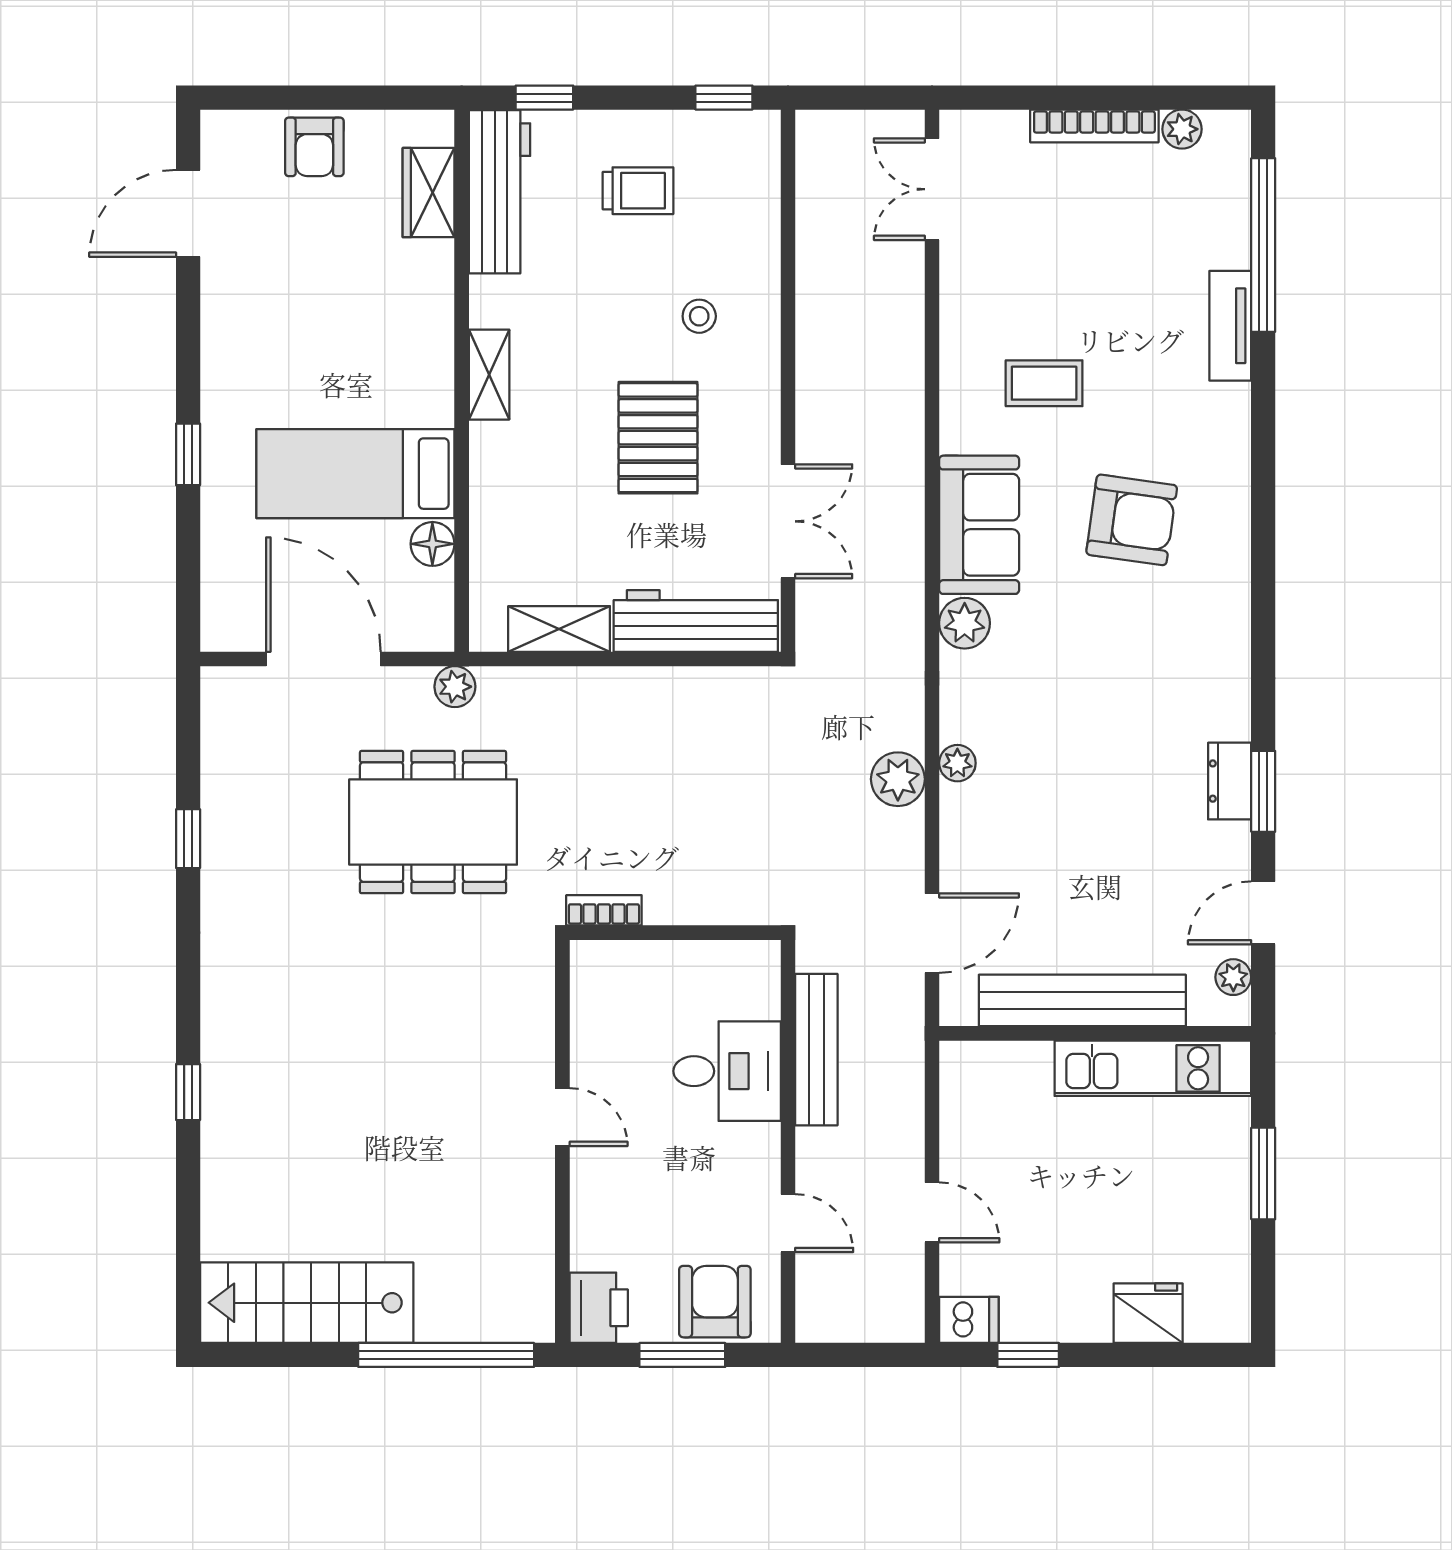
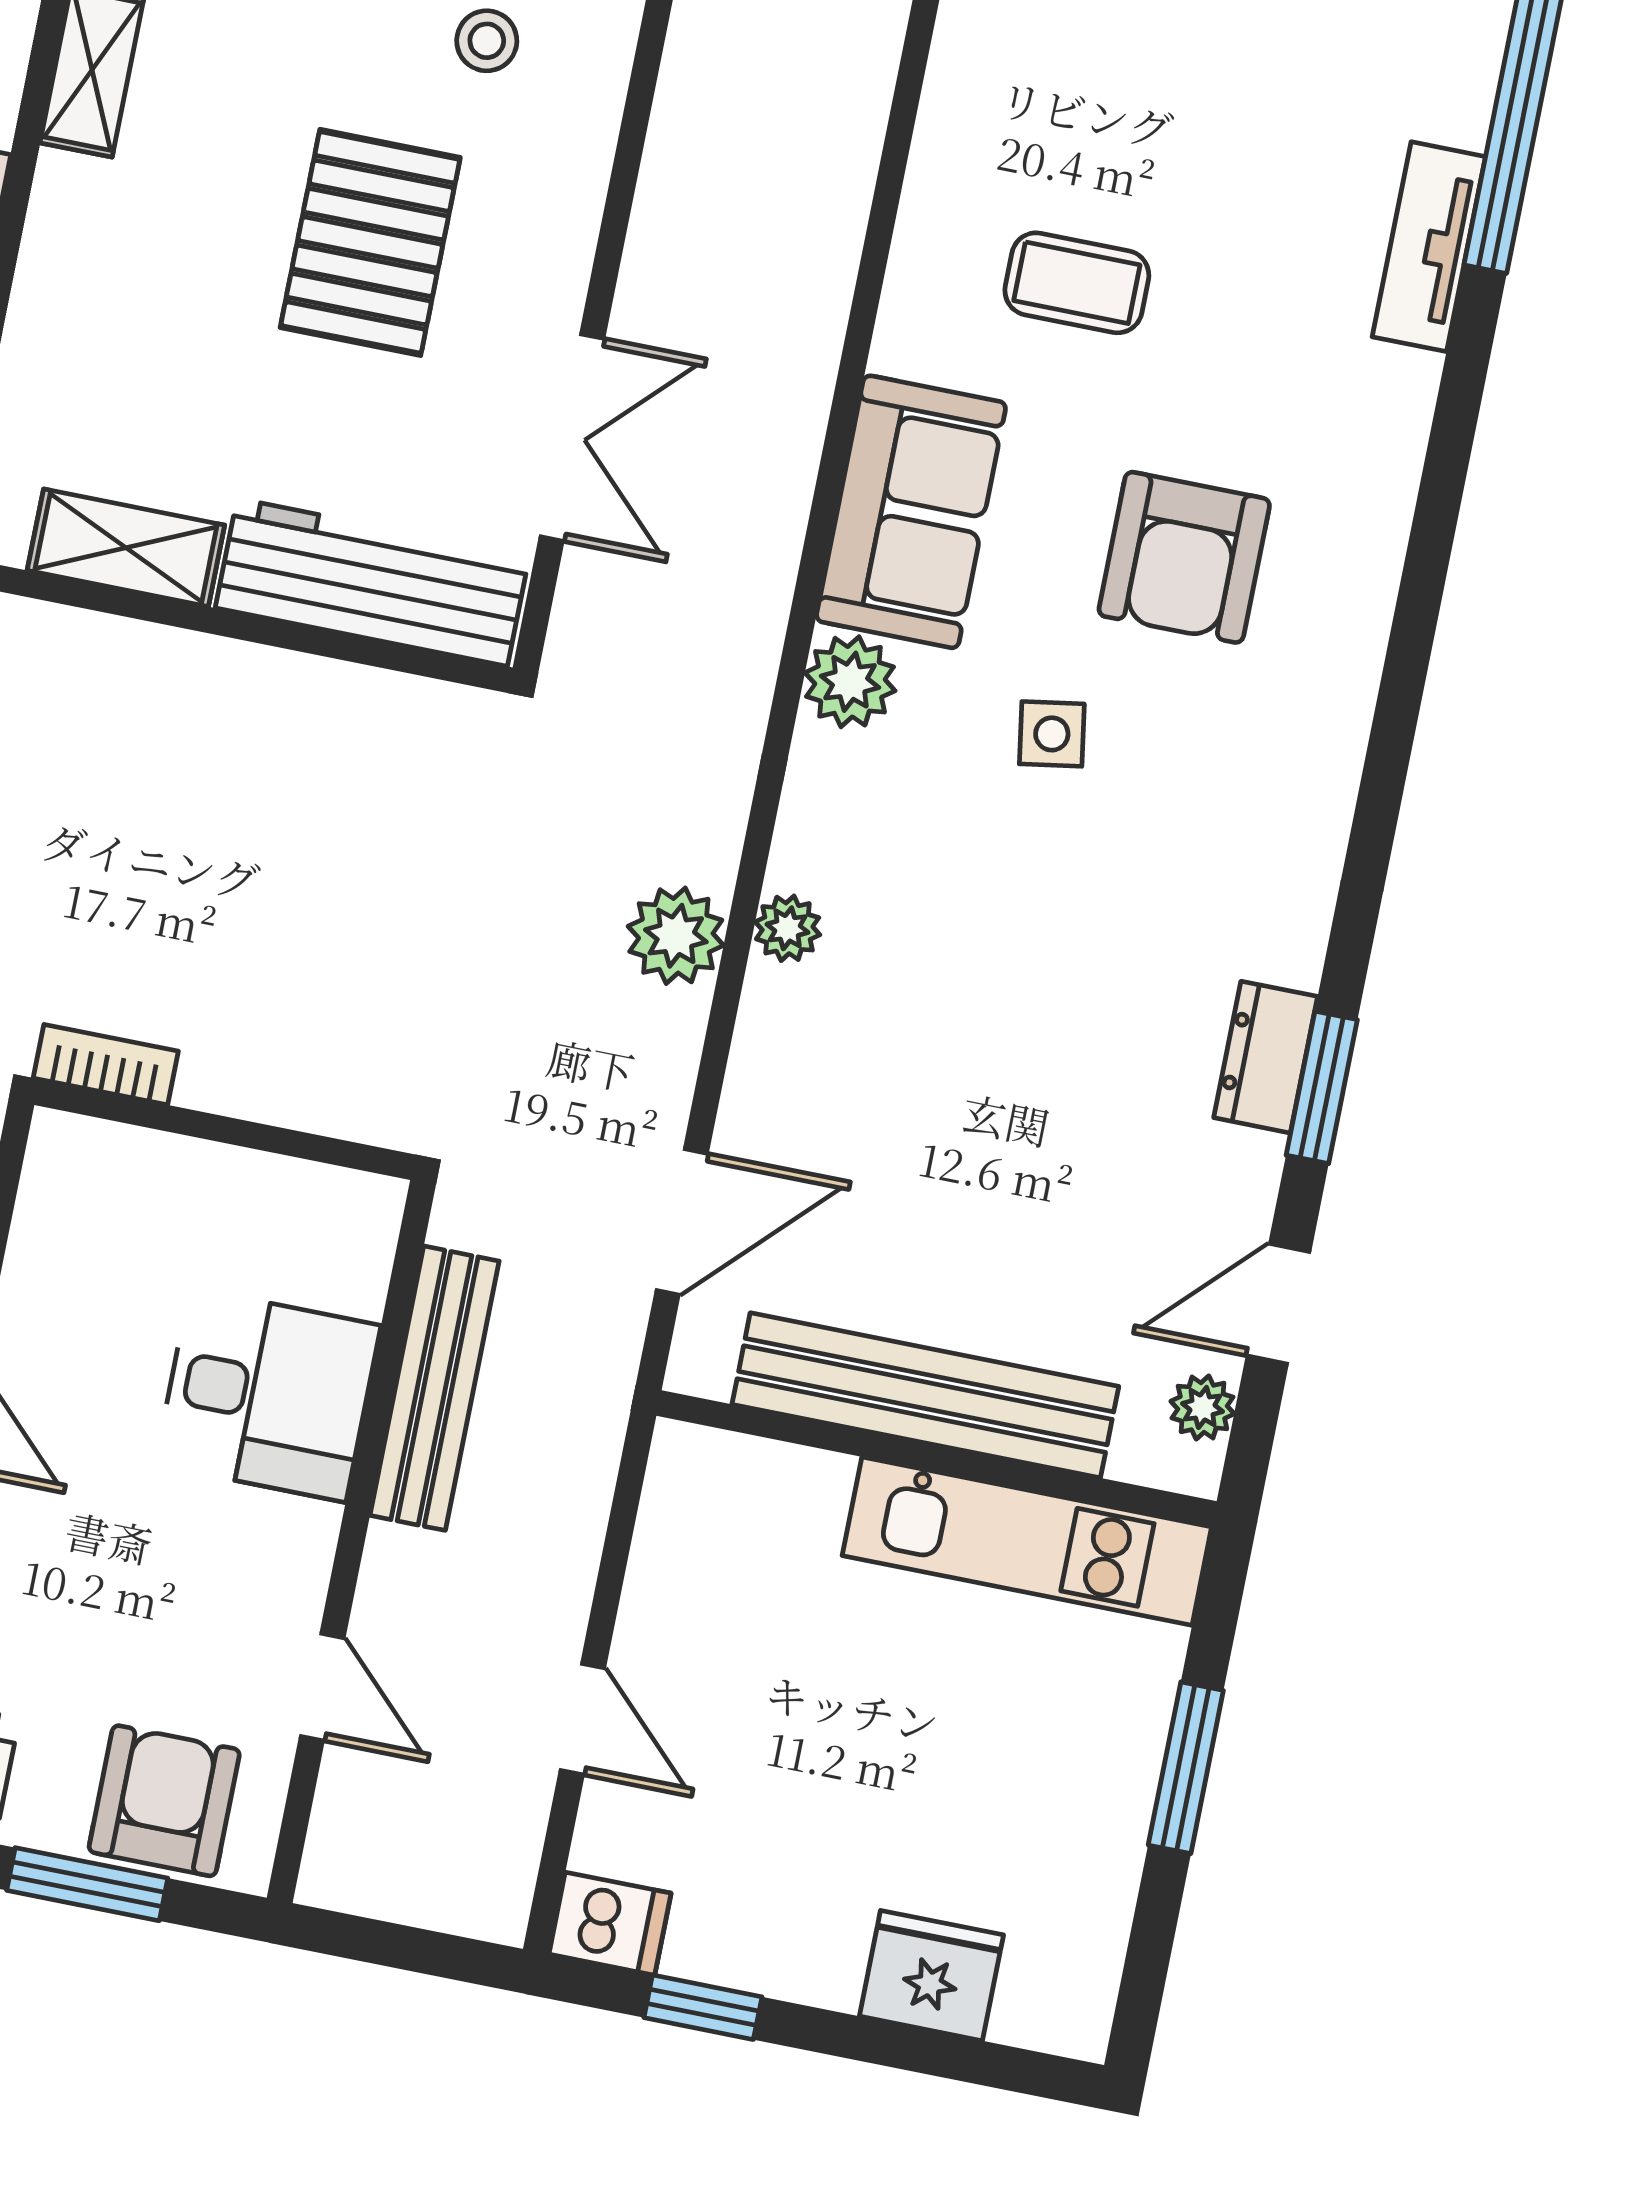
armchair: (1132, 520) -> (1184, 557), turned 82
side table: (1079, 630) -> (1052, 734), added

